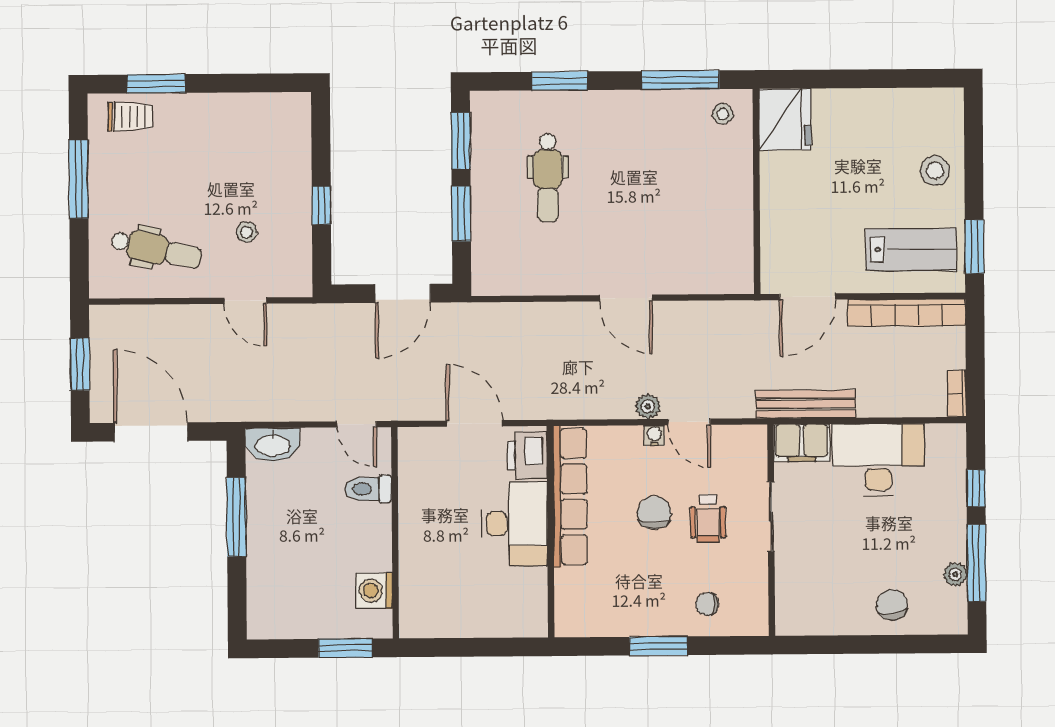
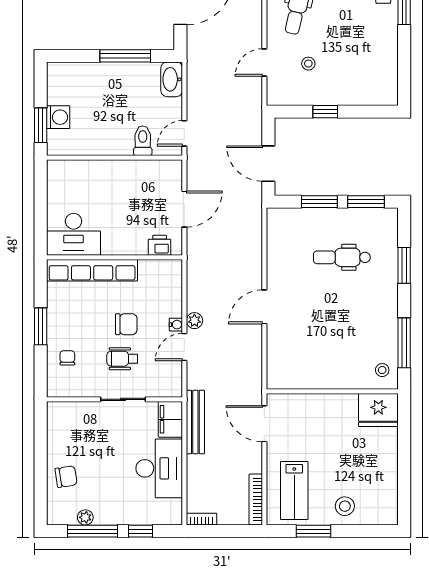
window: (974, 247) -> (314, 531), moved
bookcase: (907, 313) -> (256, 500), width x0.68, depth x0.76
printer: (527, 455) -> (160, 245), width x0.73, depth x0.81
row of seats: (570, 497) -> (92, 270), moved
desk: (514, 524) -> (74, 234), moved
washing machine: (374, 590) -> (58, 117), moved, turned 90

